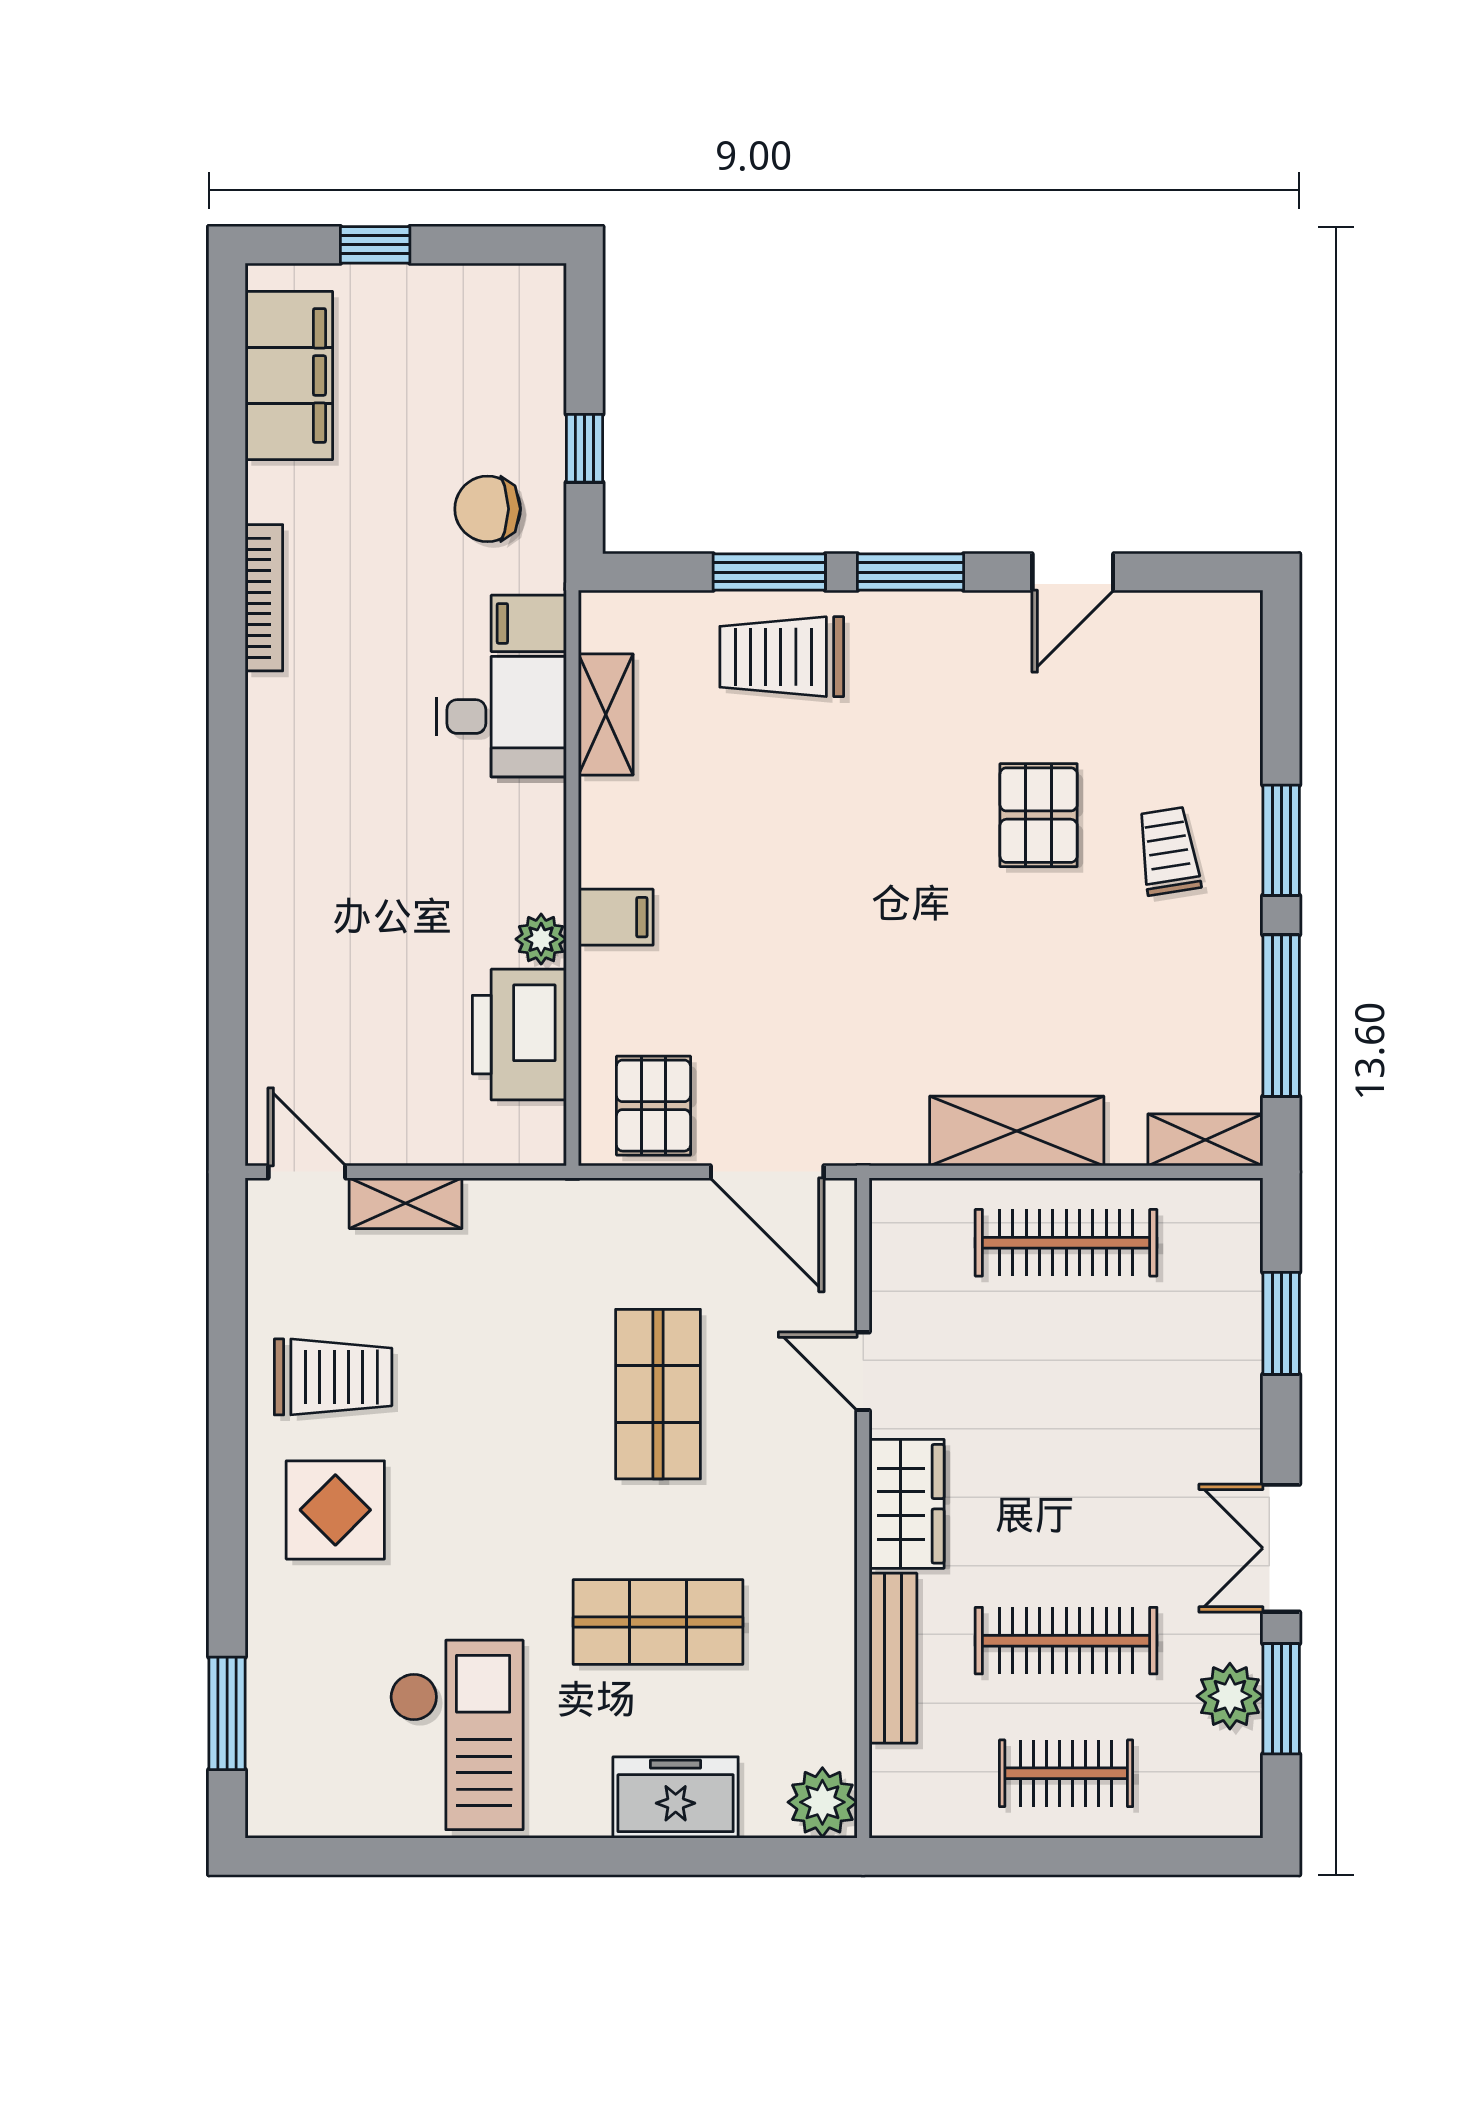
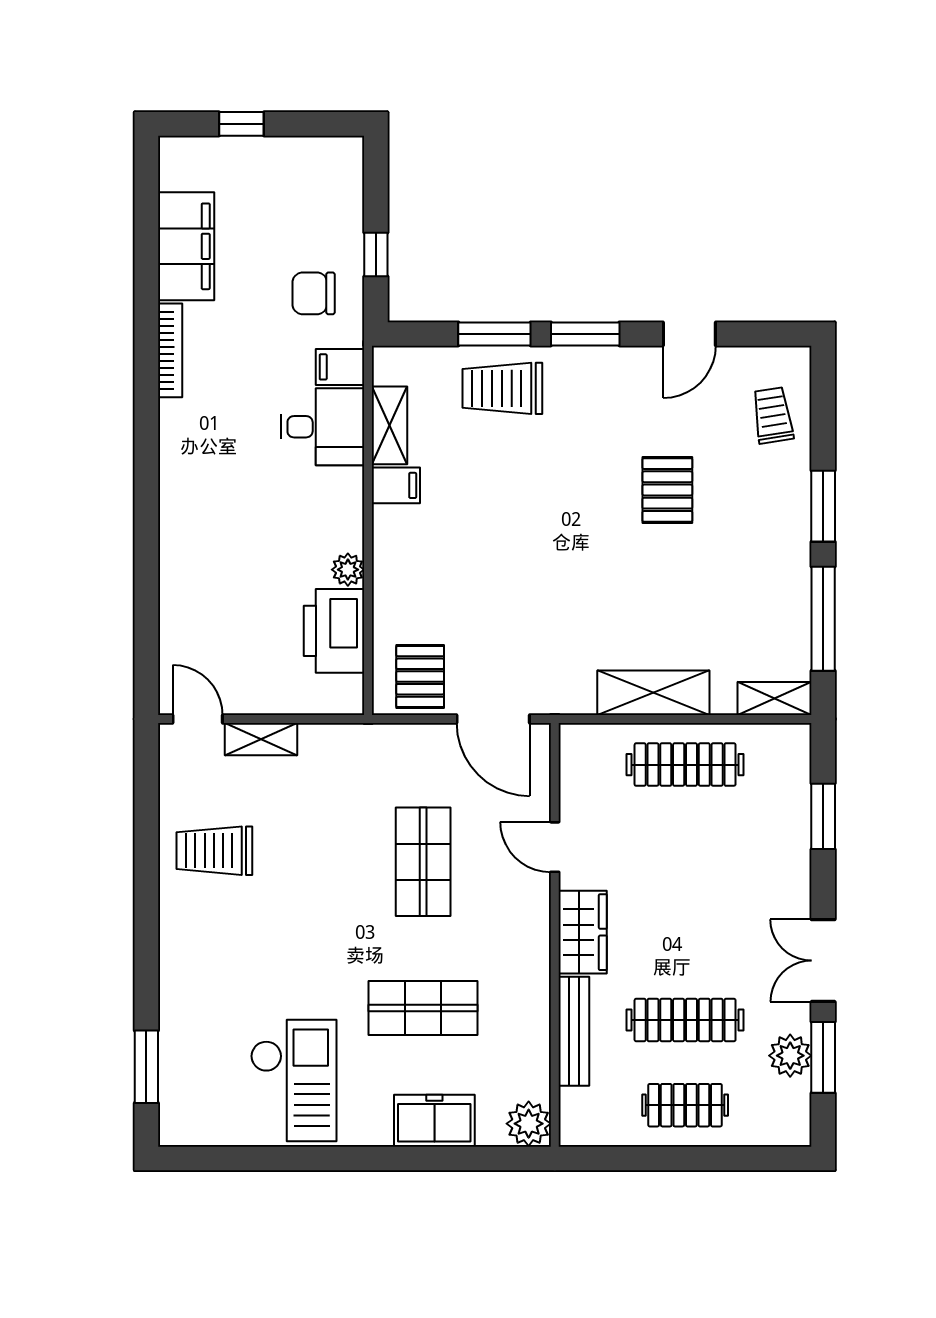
filing cabinet: (289, 375) -> (186, 246), moved
trolley: (1168, 851) -> (773, 415), moved
filing cabinet: (616, 917) -> (396, 485), moved
trolley: (333, 1377) -> (214, 851), turned 180
display table: (335, 1510) -> (216, 936), removed

